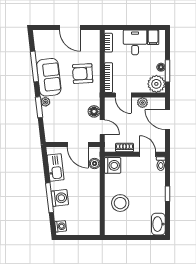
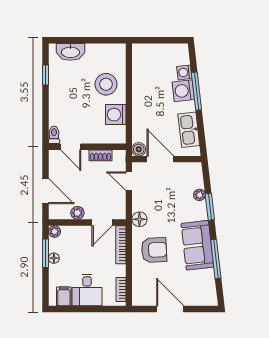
plant: (156, 84) -> (54, 232), width x0.53, depth x0.53
door: (123, 95) -> (102, 222), swing flipped
plant: (45, 102) -> (199, 195), moved
floor lamp: (94, 111) -> (139, 219), moved
boiler: (95, 163) -> (139, 149), moved
washing machine: (113, 165) -> (116, 115), moved
window: (167, 194) -> (45, 75), moved
washbasin: (158, 224) -> (70, 52), moved, turned 90
washing machine: (61, 226) -> (184, 72), moved

